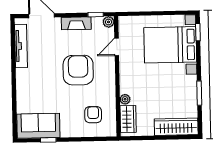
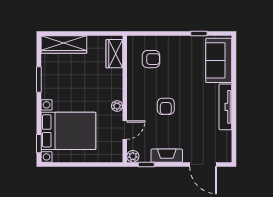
tv unit: (21, 46) -> (225, 107), moved
armchair: (78, 70) -> (166, 106), width x0.53, depth x0.53
plant: (125, 99) -> (117, 106), moved
armchair: (93, 115) -> (151, 59), turned -90
sofa: (38, 126) -> (219, 60), moved, turned 90

